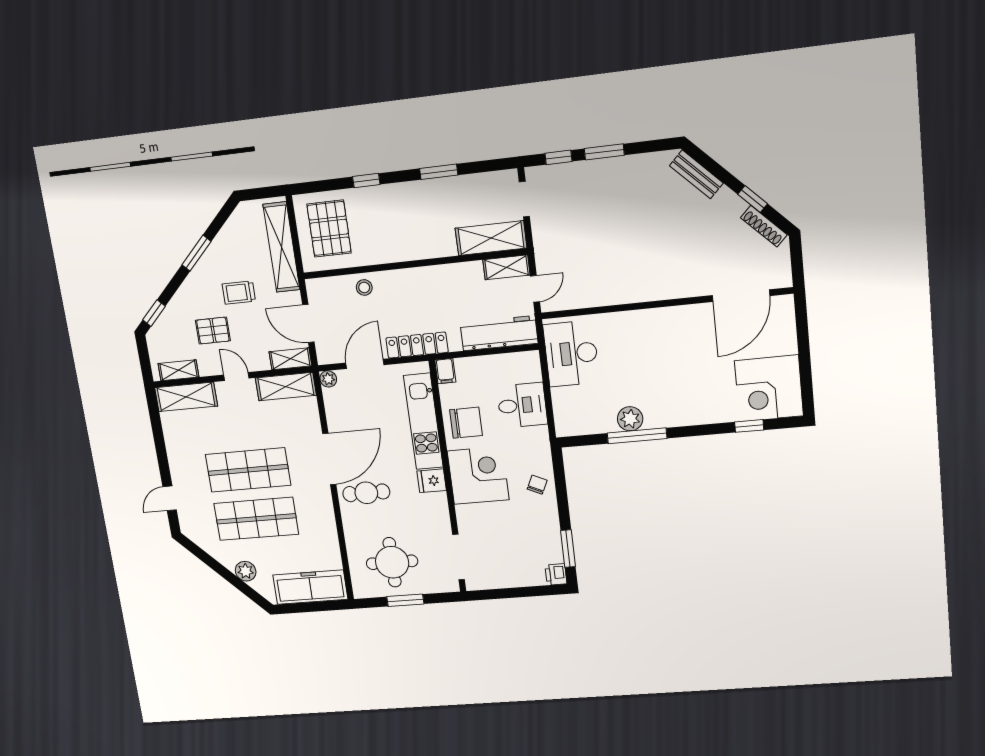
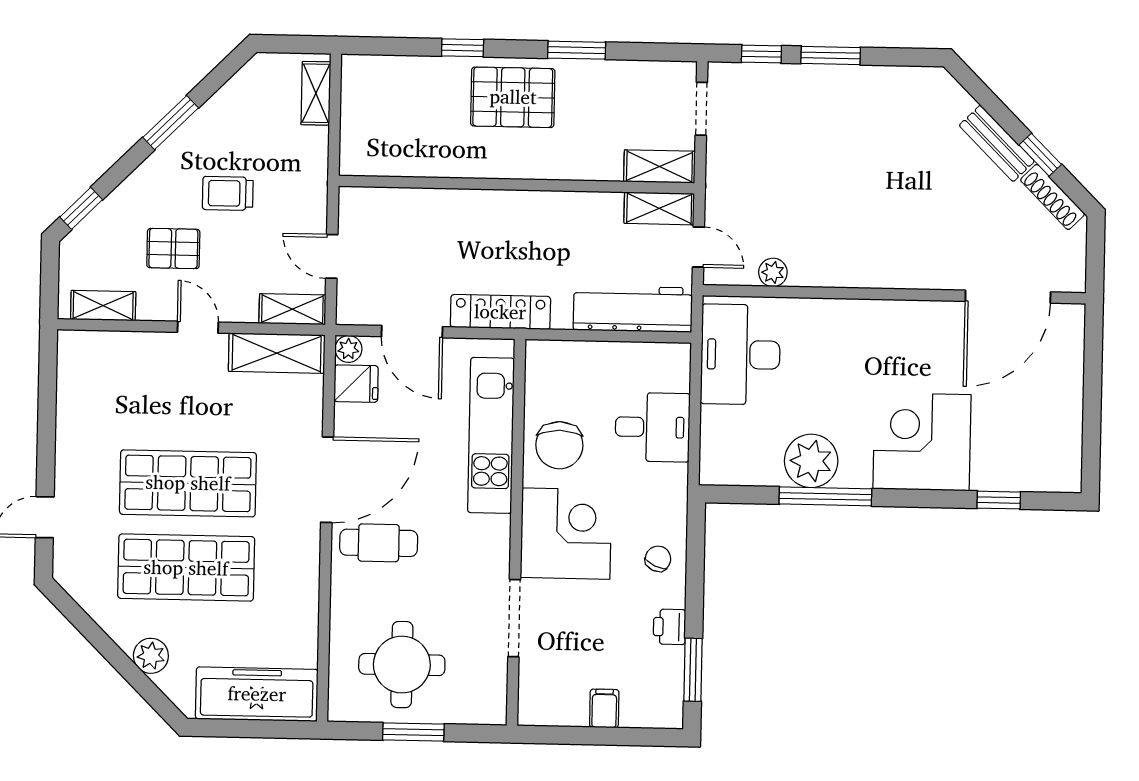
bench: (696, 174) -> (997, 143), moved
pallet: (329, 229) -> (513, 97), moved, turned 90
shelving: (491, 238) -> (659, 166), width x0.67, depth x0.75
shelving: (282, 247) -> (316, 93), width x0.45, depth x0.75
stool: (364, 287) -> (431, 211), removed
door: (535, 289) -> (698, 247), hinge flipped
plant: (585, 299) -> (773, 272), added
door: (308, 324) -> (332, 256), width x0.73
door: (365, 364) -> (412, 332), swing flipped
filing cabinet: (445, 371) -> (604, 708), moved, turned 180
corner desk: (769, 388) -> (922, 442), moved, turned 90
shelving: (186, 397) -> (107, 351), removed
plant: (630, 419) -> (811, 461), width x1.36, depth x1.36
chair: (466, 423) -> (559, 445), turned 90
fridge: (432, 481) -> (356, 384), moved, turned 180
doorway: (459, 557) -> (514, 618), moved
printer: (556, 574) -> (669, 627), moved

